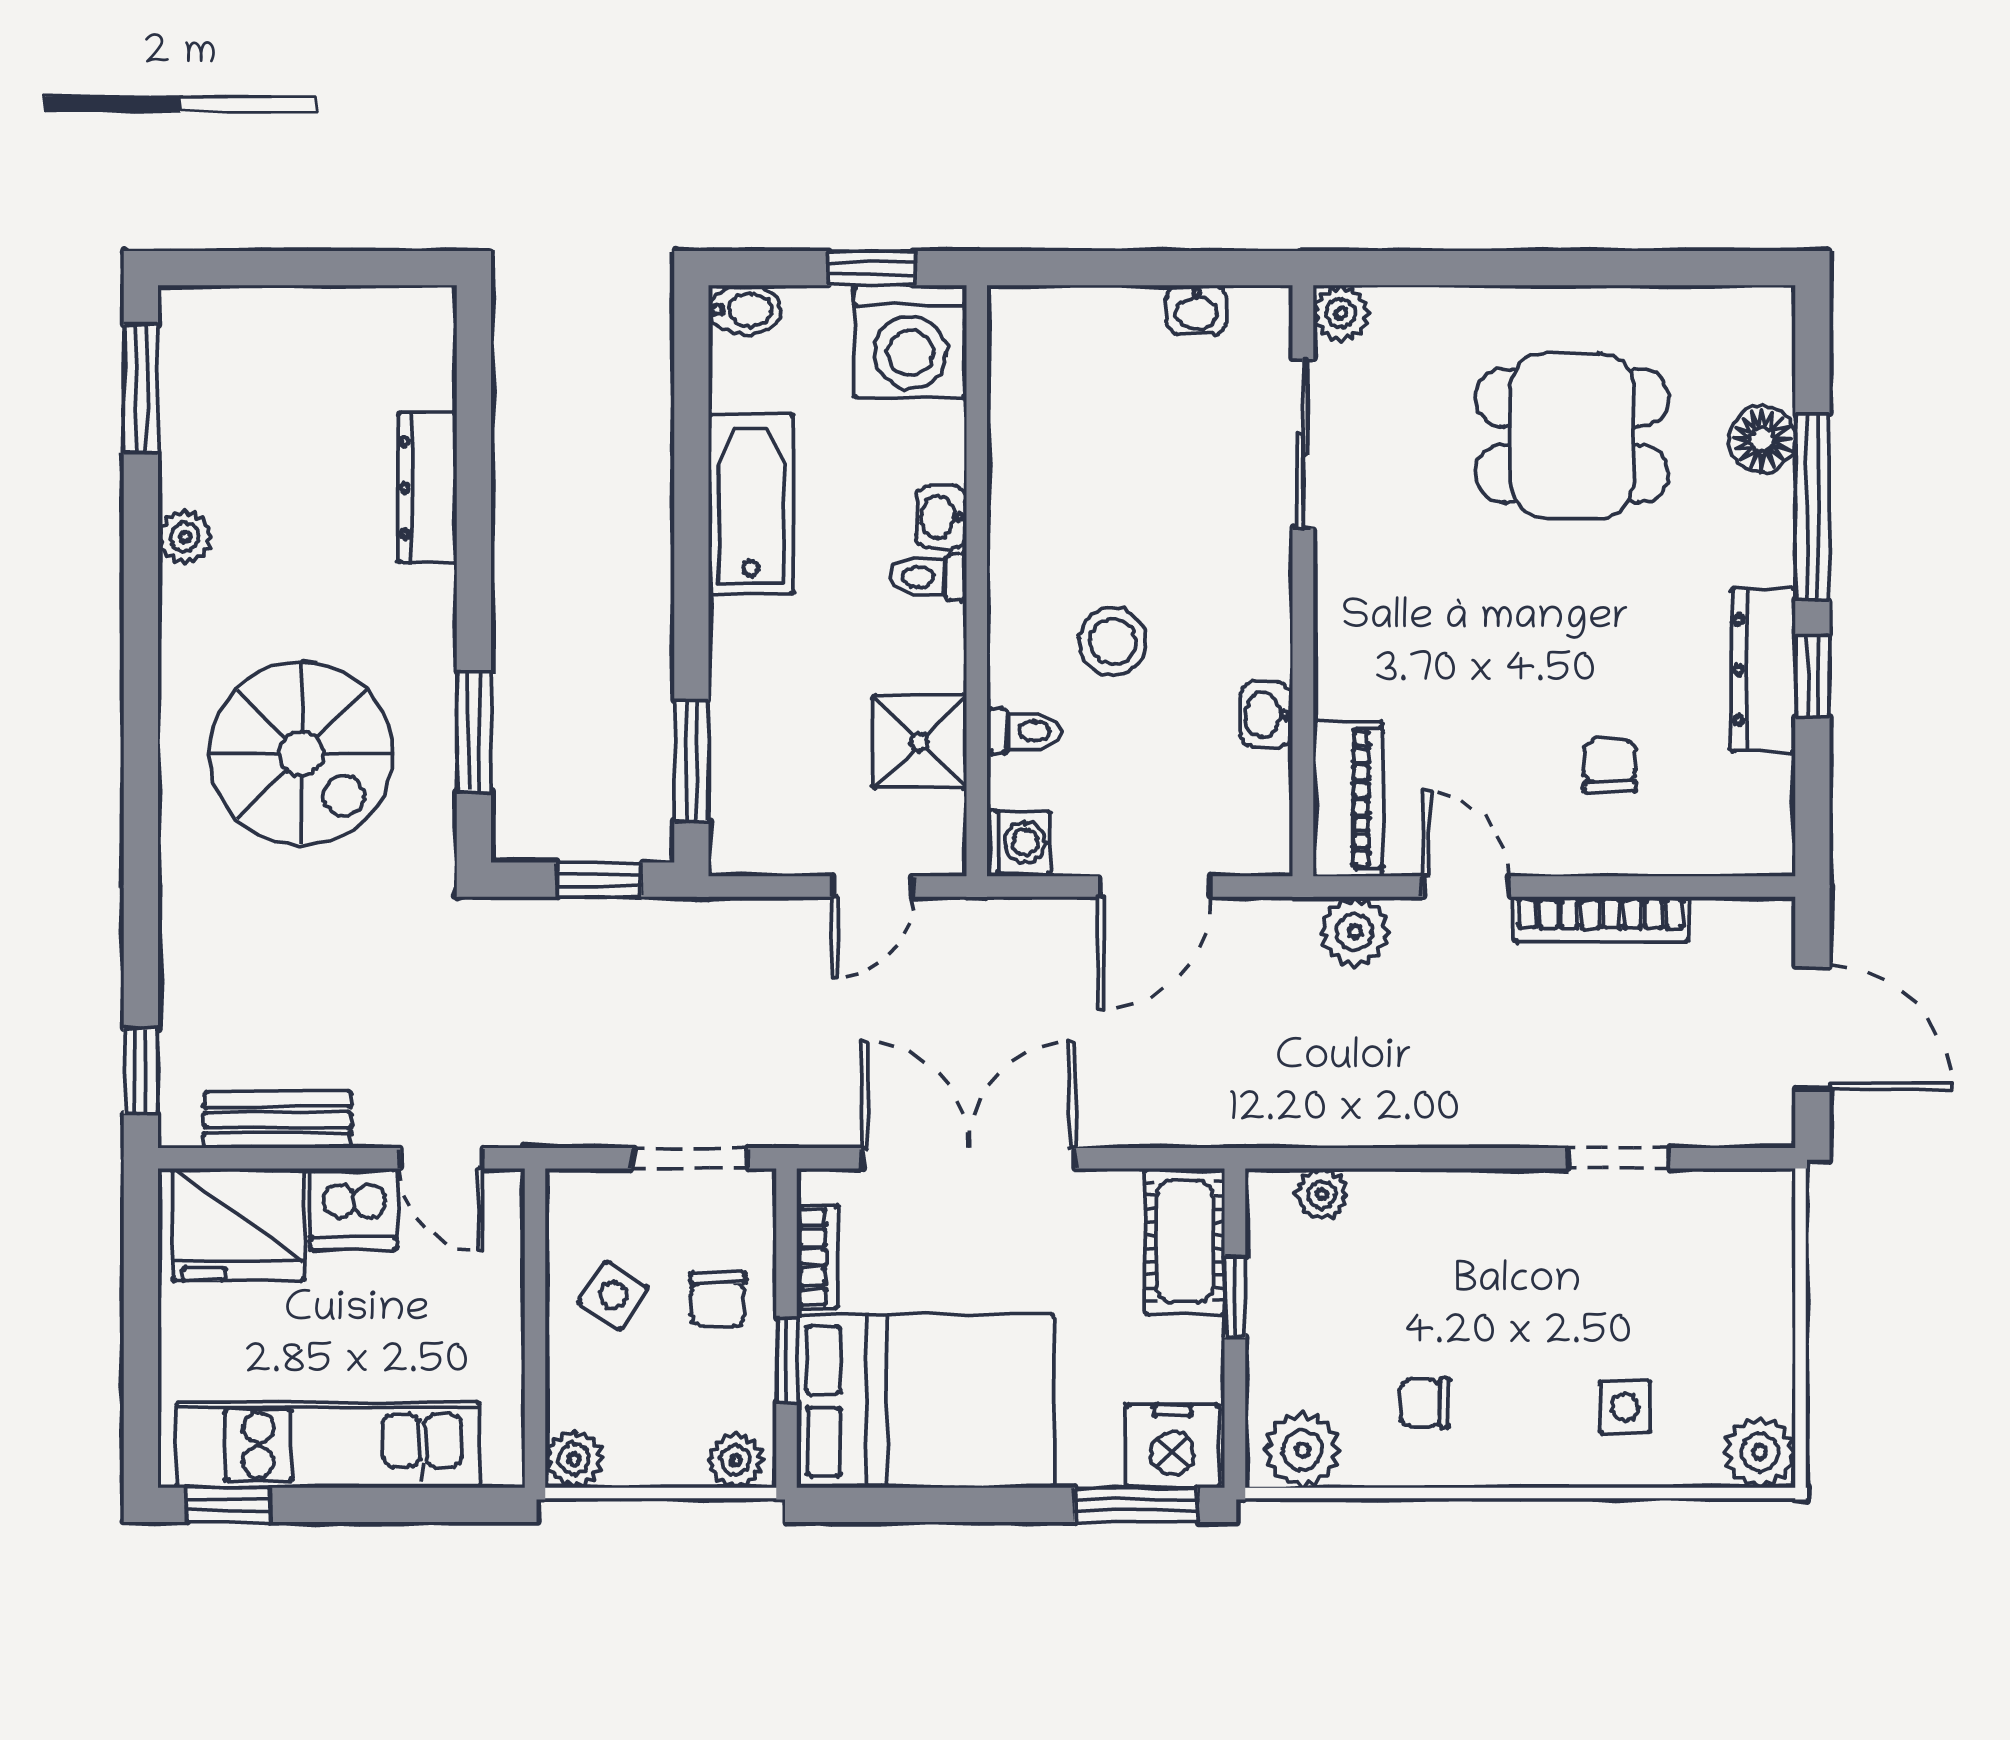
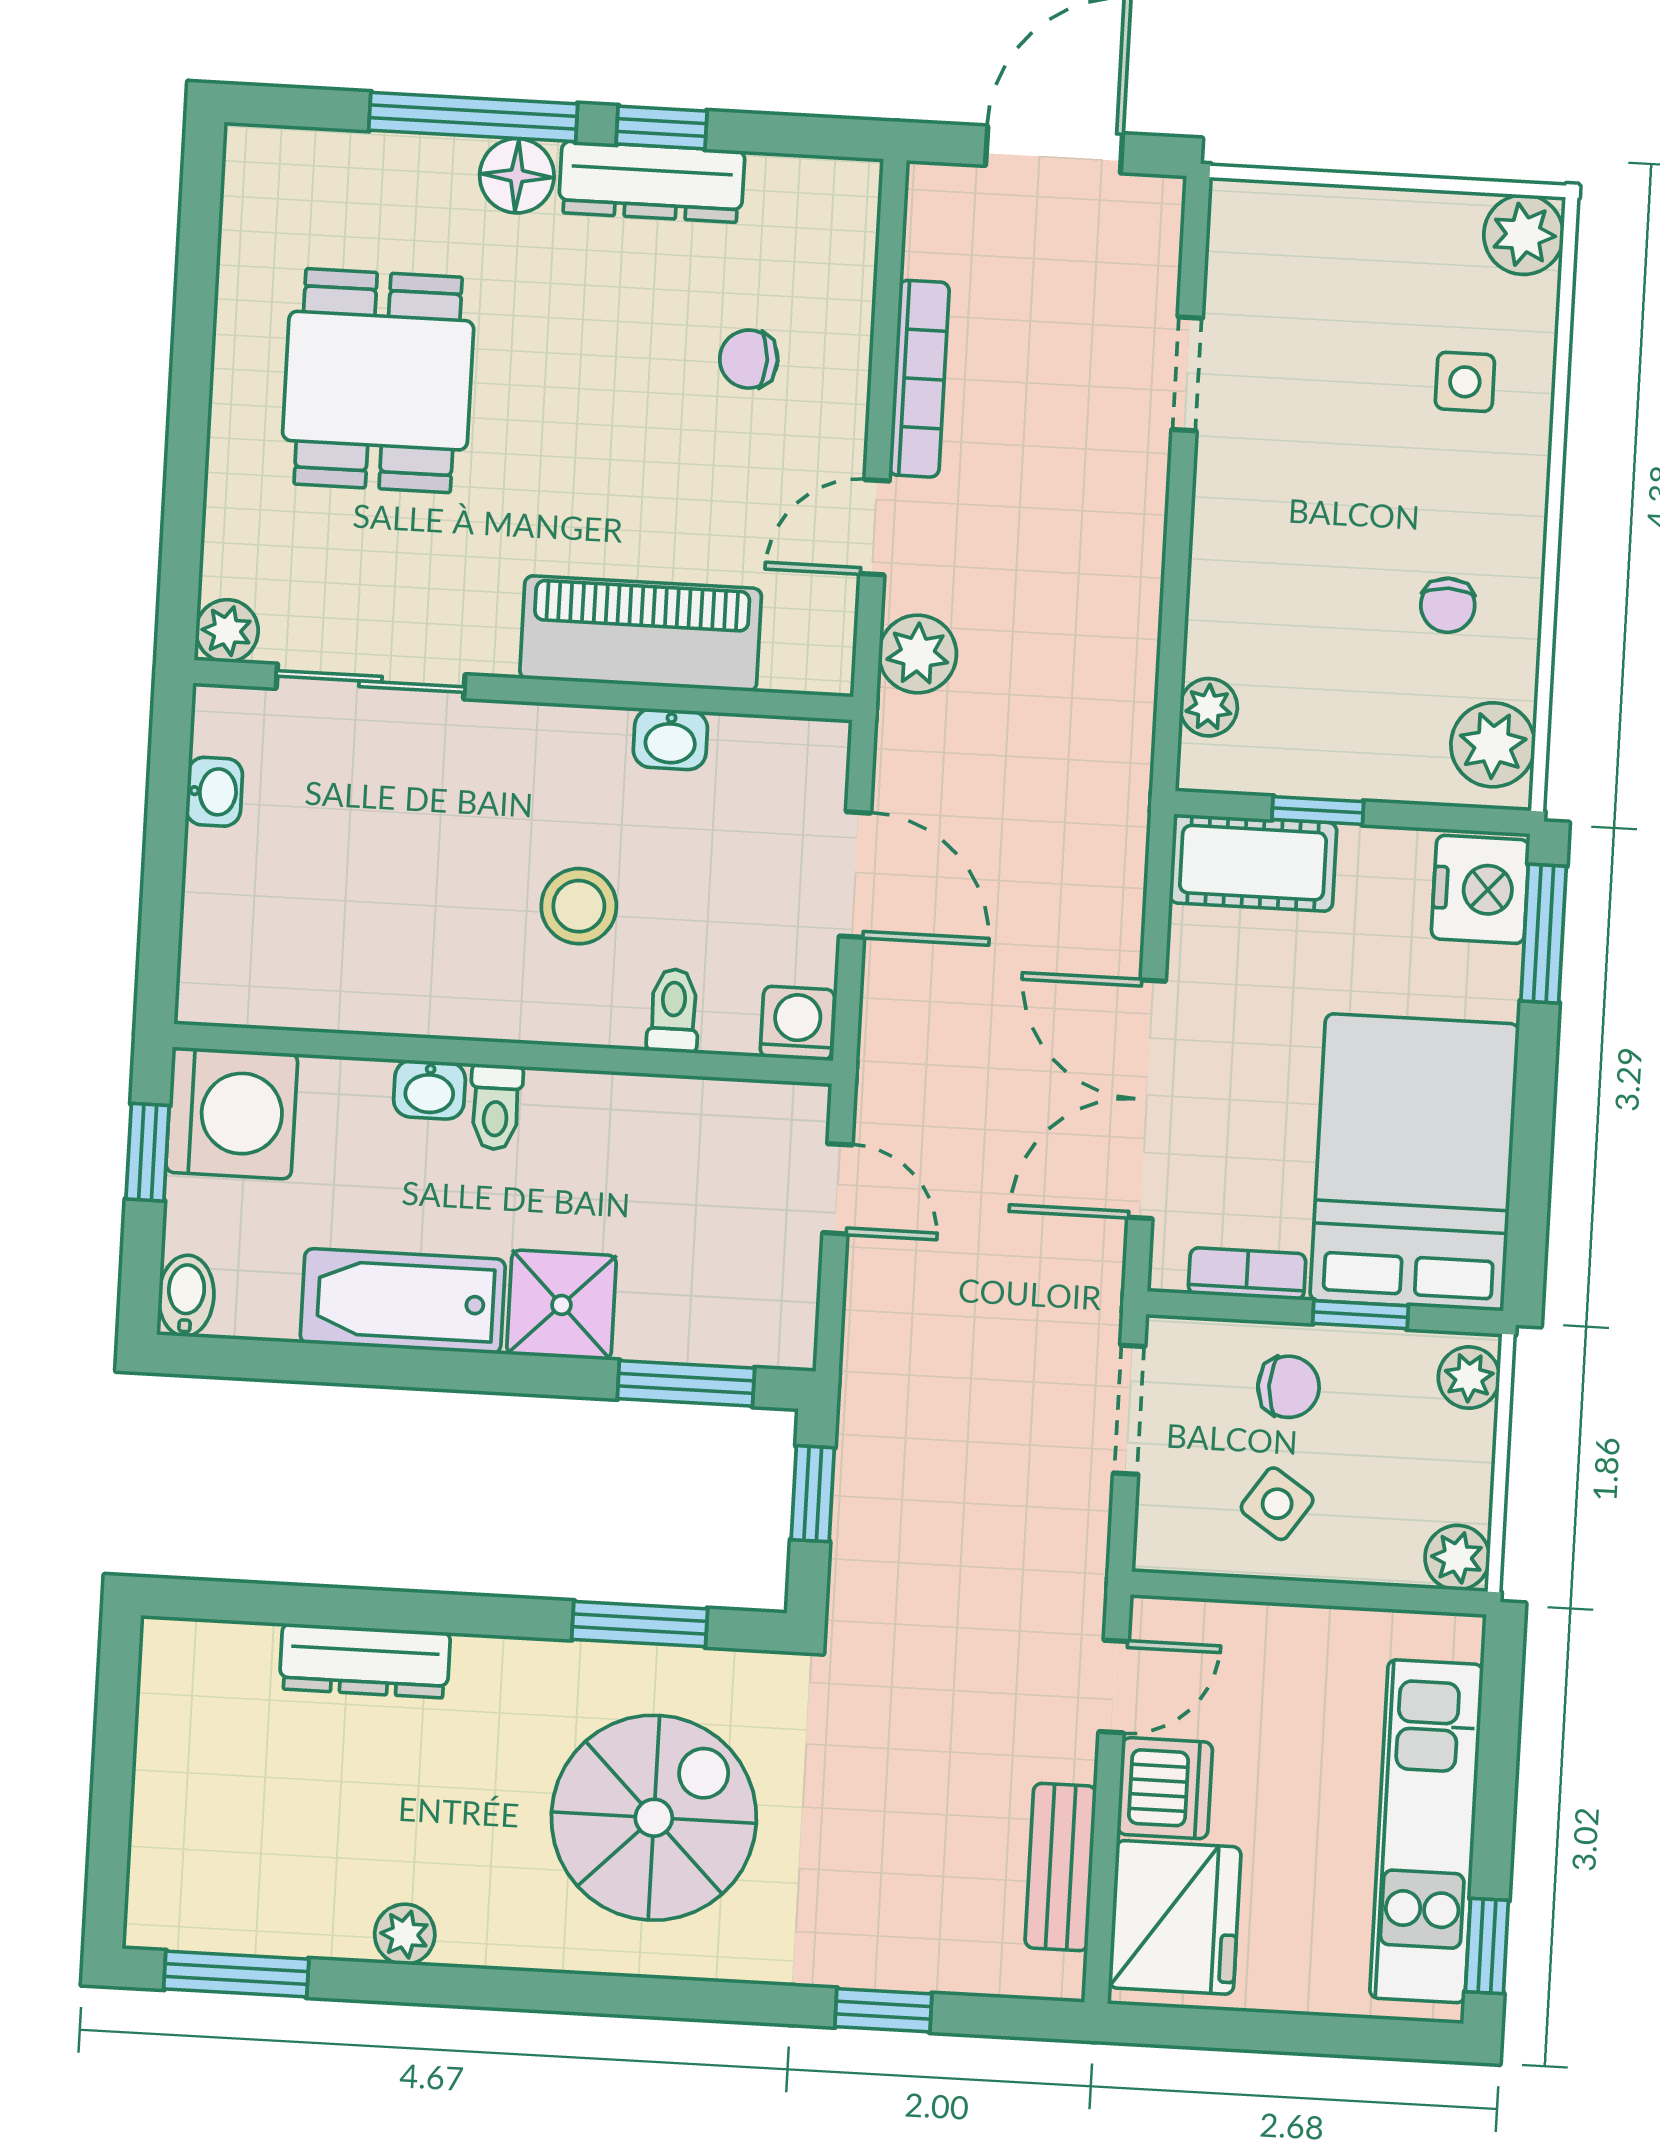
floor lamp: (1762, 439) -> (517, 176), moved
shower: (920, 742) -> (562, 1305), moved
piano: (1348, 799) -> (641, 634), moved, width x1.37, depth x1.33
window: (141, 1071) -> (883, 2010), moved

